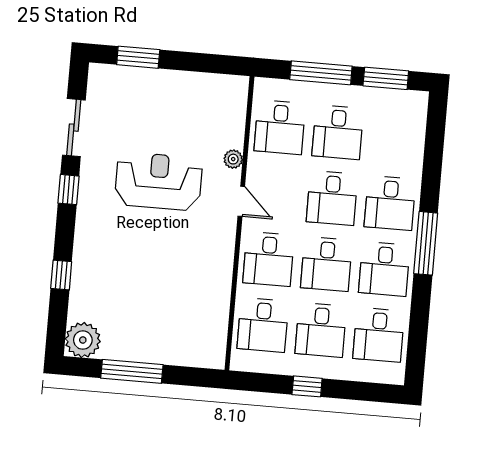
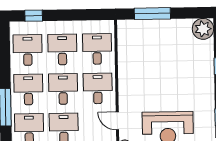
window: (132, 371) -> (152, 14), moved
window: (307, 386) -> (34, 16), moved

